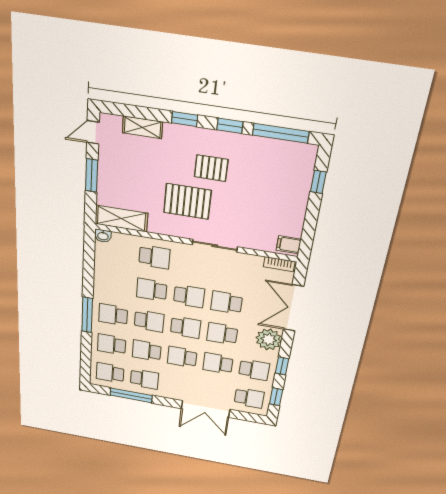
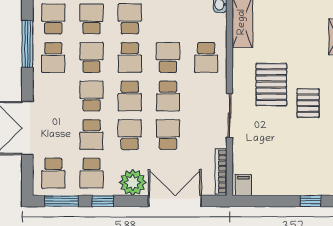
bookcase: (279, 264) -> (221, 171), width x1.56
school desk: (218, 363) -> (92, 135), turned 180
window: (276, 397) -> (61, 201), width x1.50

